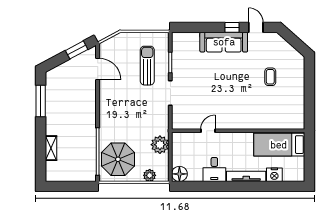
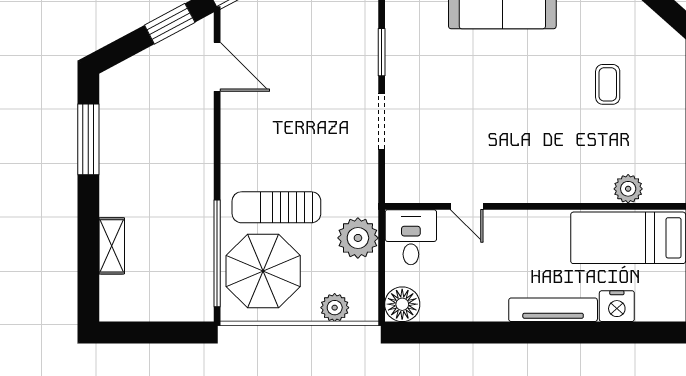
sun lounger: (147, 66) -> (276, 207), moved, turned -90
plant: (279, 123) -> (628, 189), added
door: (208, 131) -> (467, 206), swing flipped
desk: (214, 170) -> (411, 237), moved, turned 180

